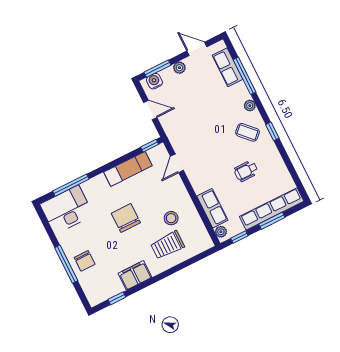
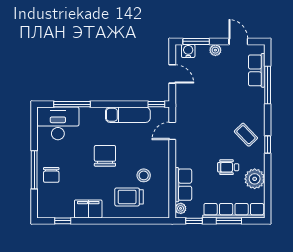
plant: (250, 106) -> (255, 179), moved, width x1.88, depth x1.88

